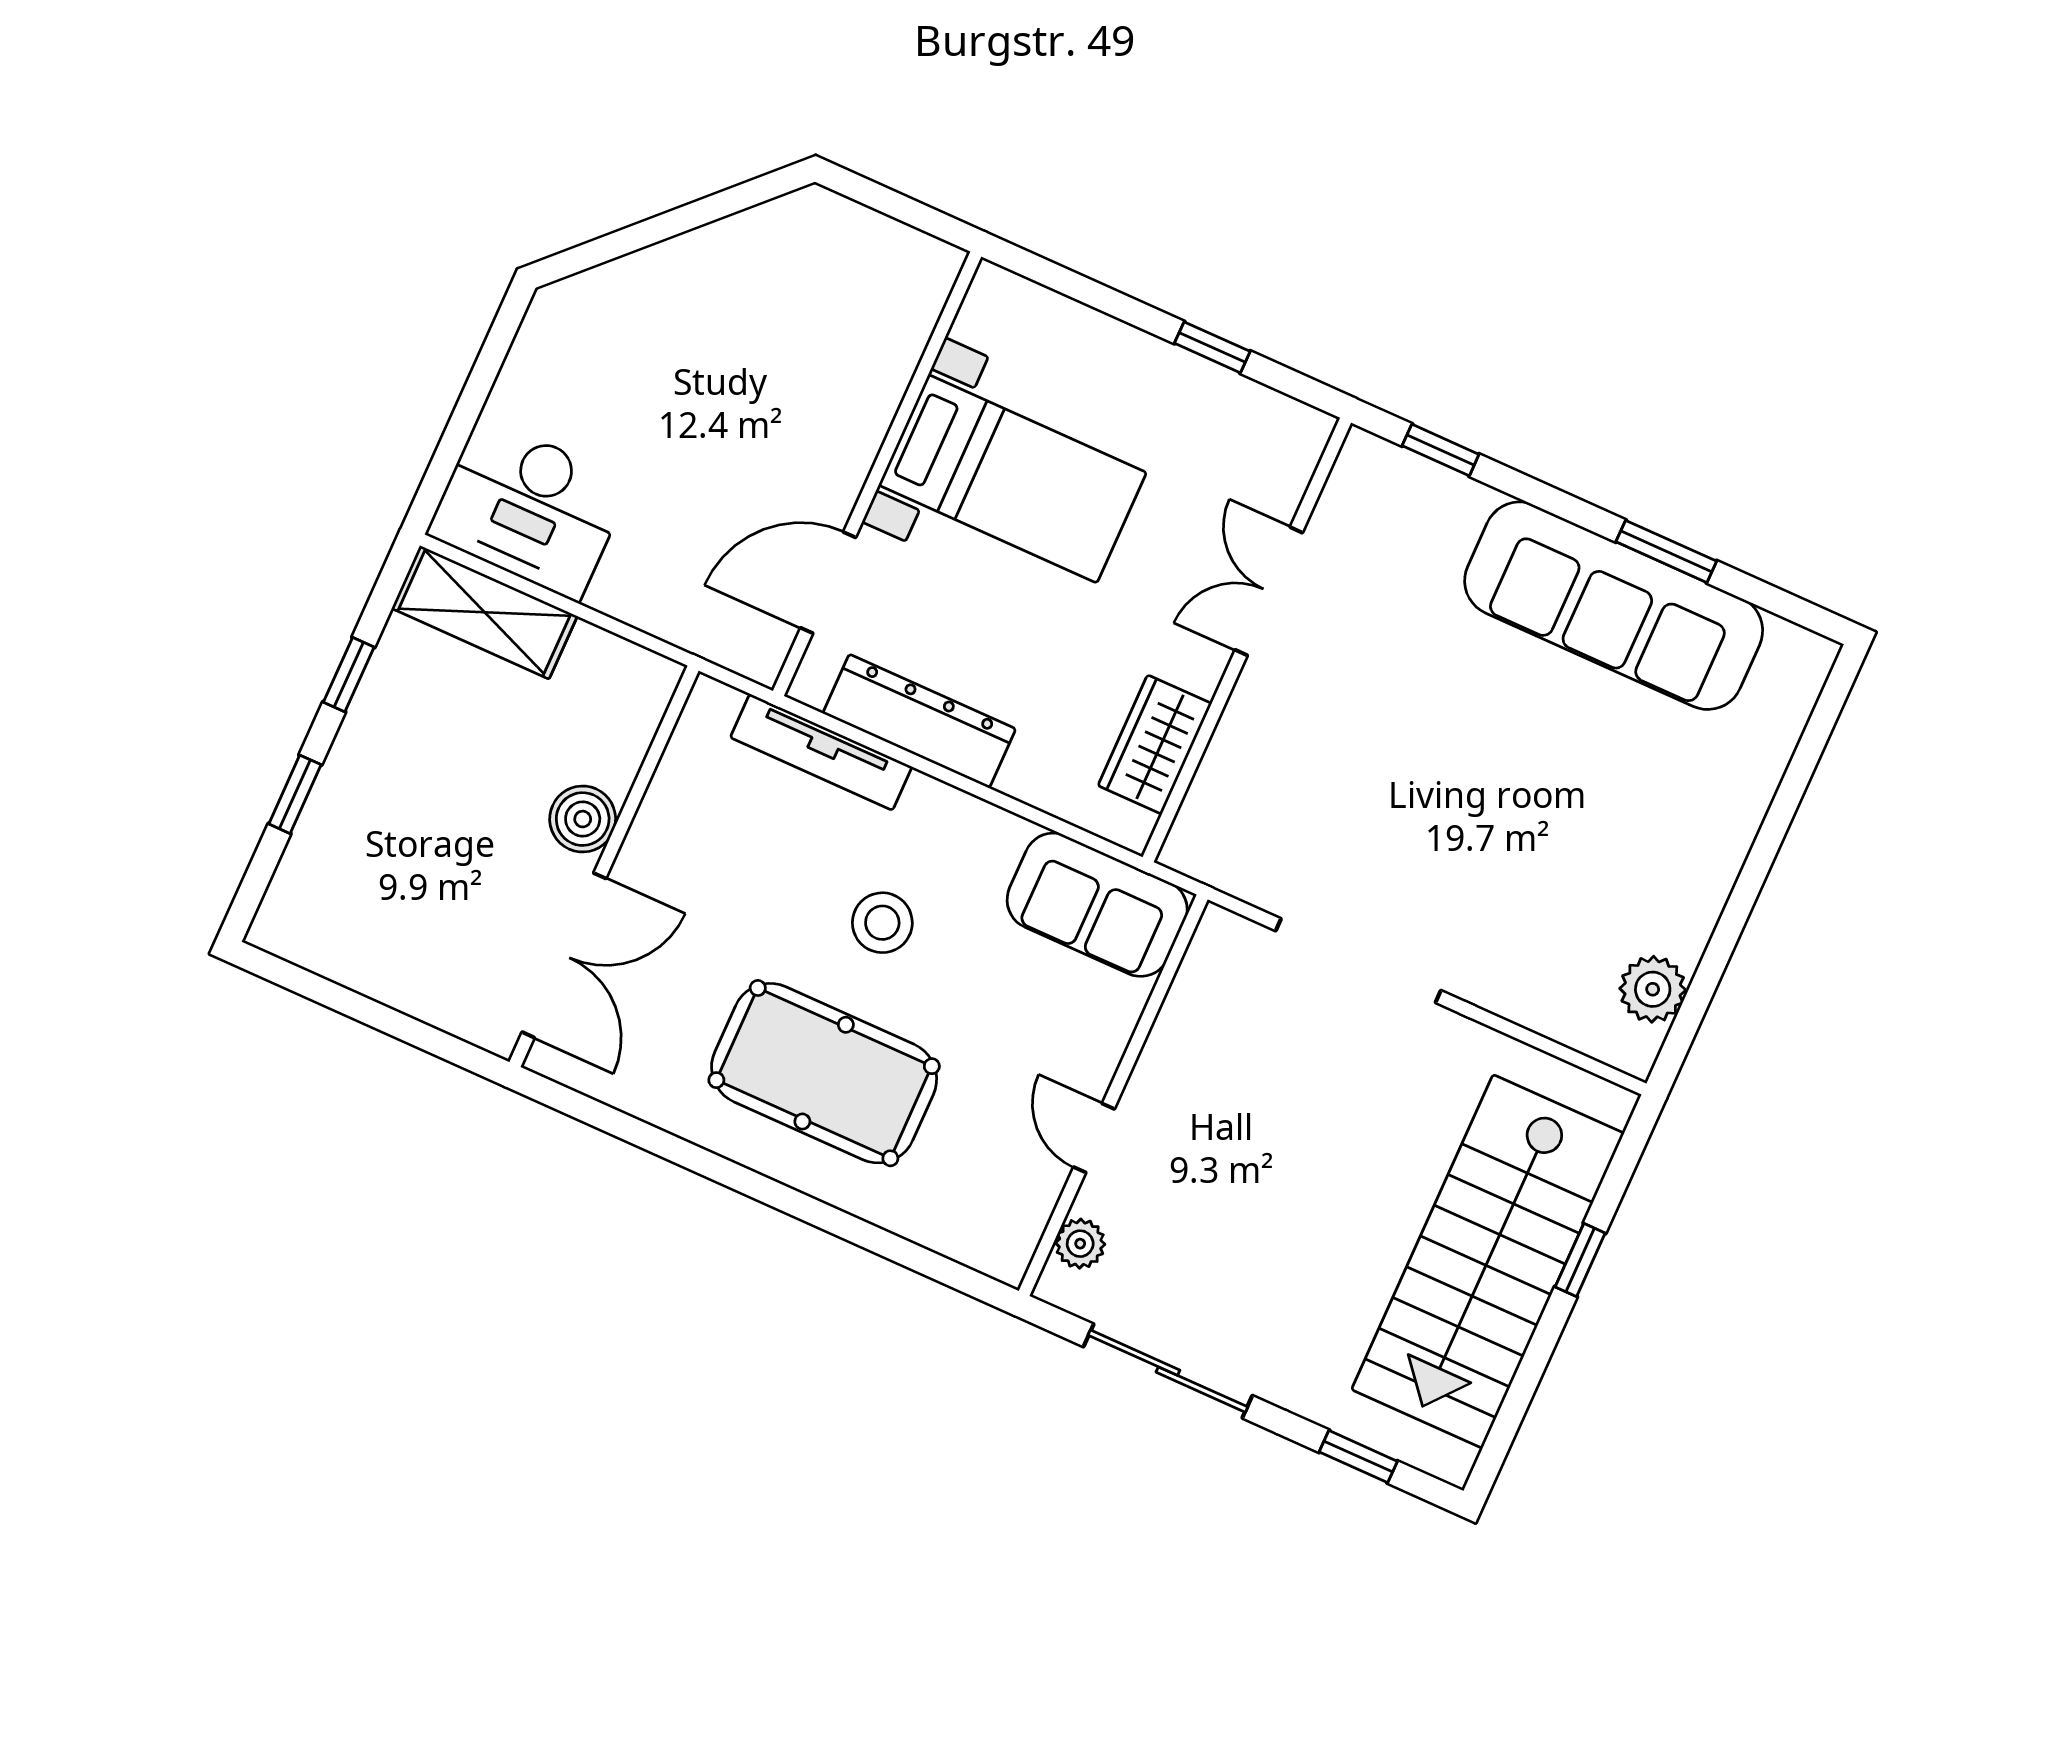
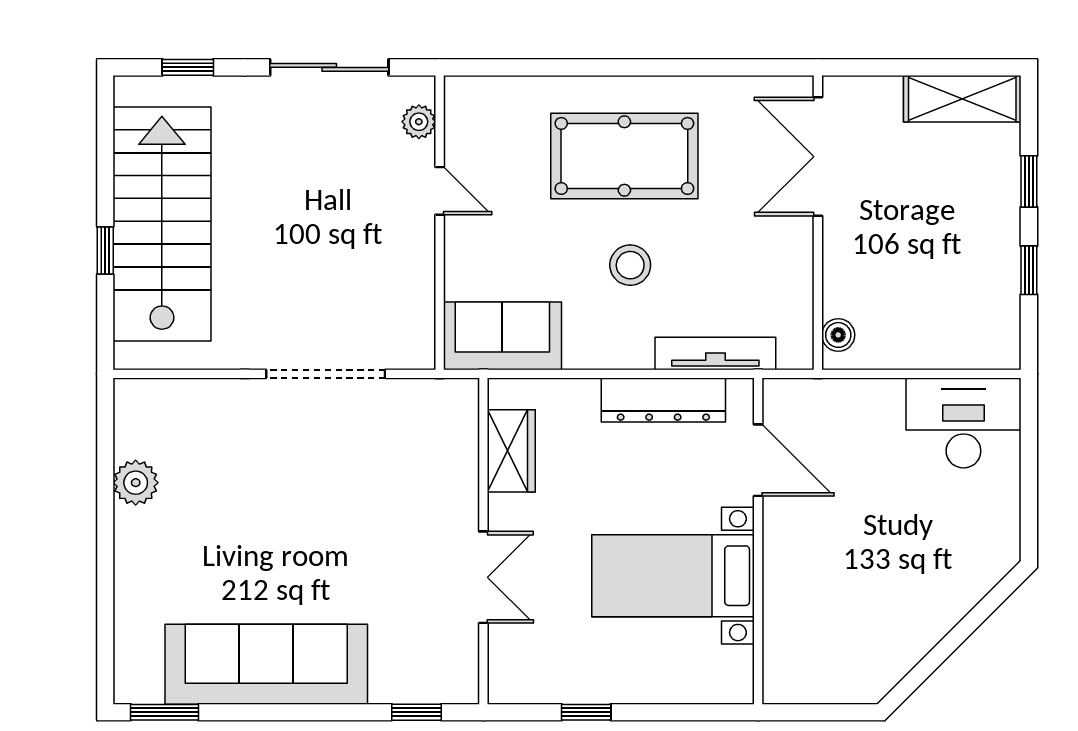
window: (1666, 551) -> (165, 712), moved
door: (828, 583) -> (758, 460), hinge flipped
shelving: (484, 612) -> (962, 99), moved
boiler: (583, 819) -> (838, 335), moved, width x0.73, depth x0.73
plant: (1653, 989) -> (136, 483), moved

